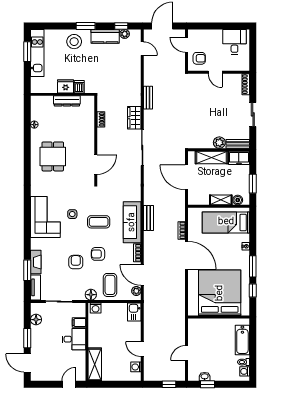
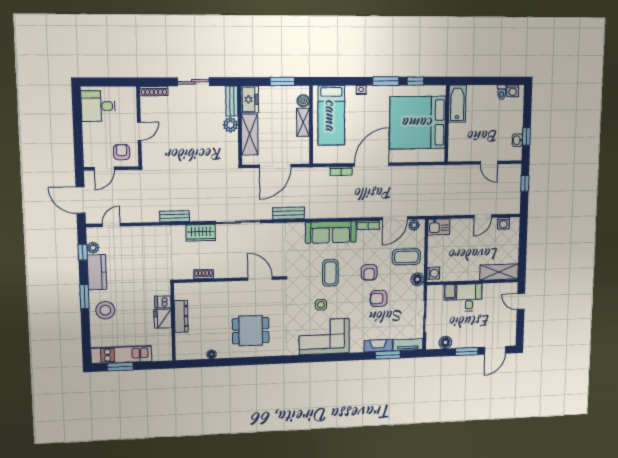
bench: (148, 218) -> (289, 213), moved
bathtub: (242, 340) -> (457, 104), moved, turned -90

